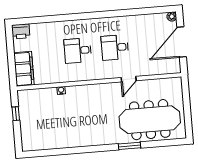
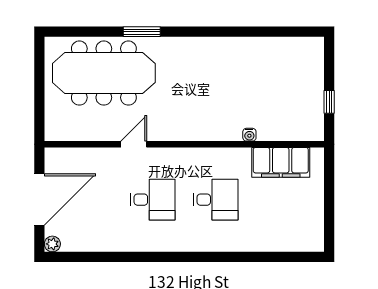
printer: (21, 31) -> (309, 240), removed
filing cabinet: (24, 69) -> (281, 162), moved, turned -90

